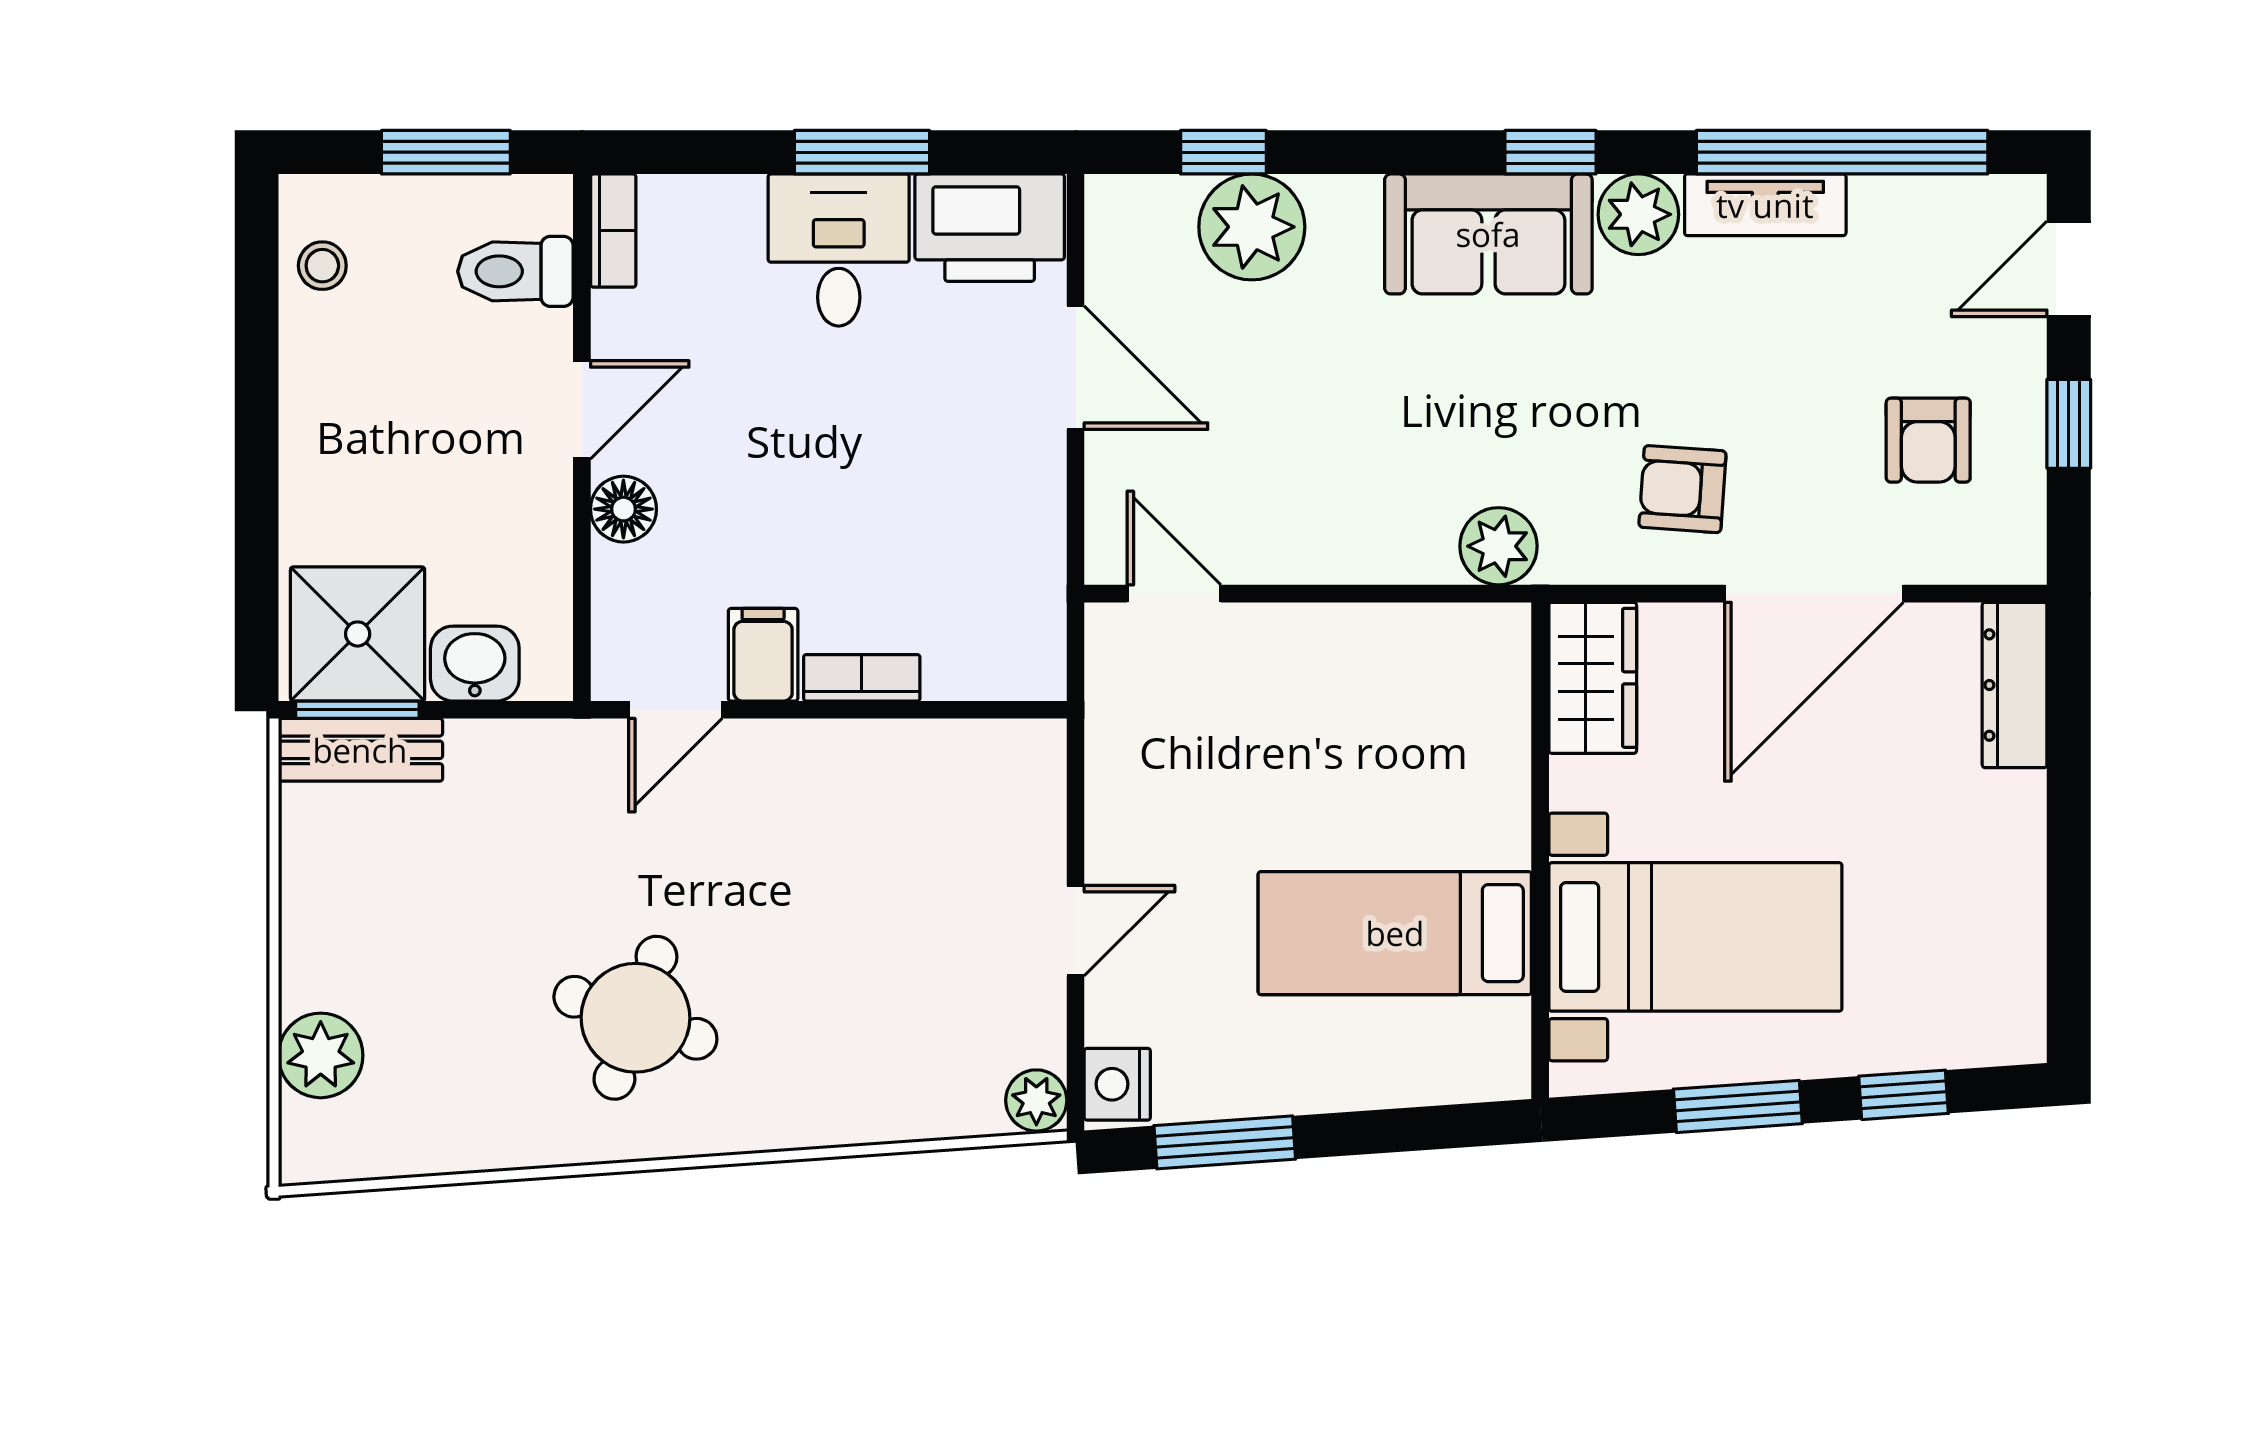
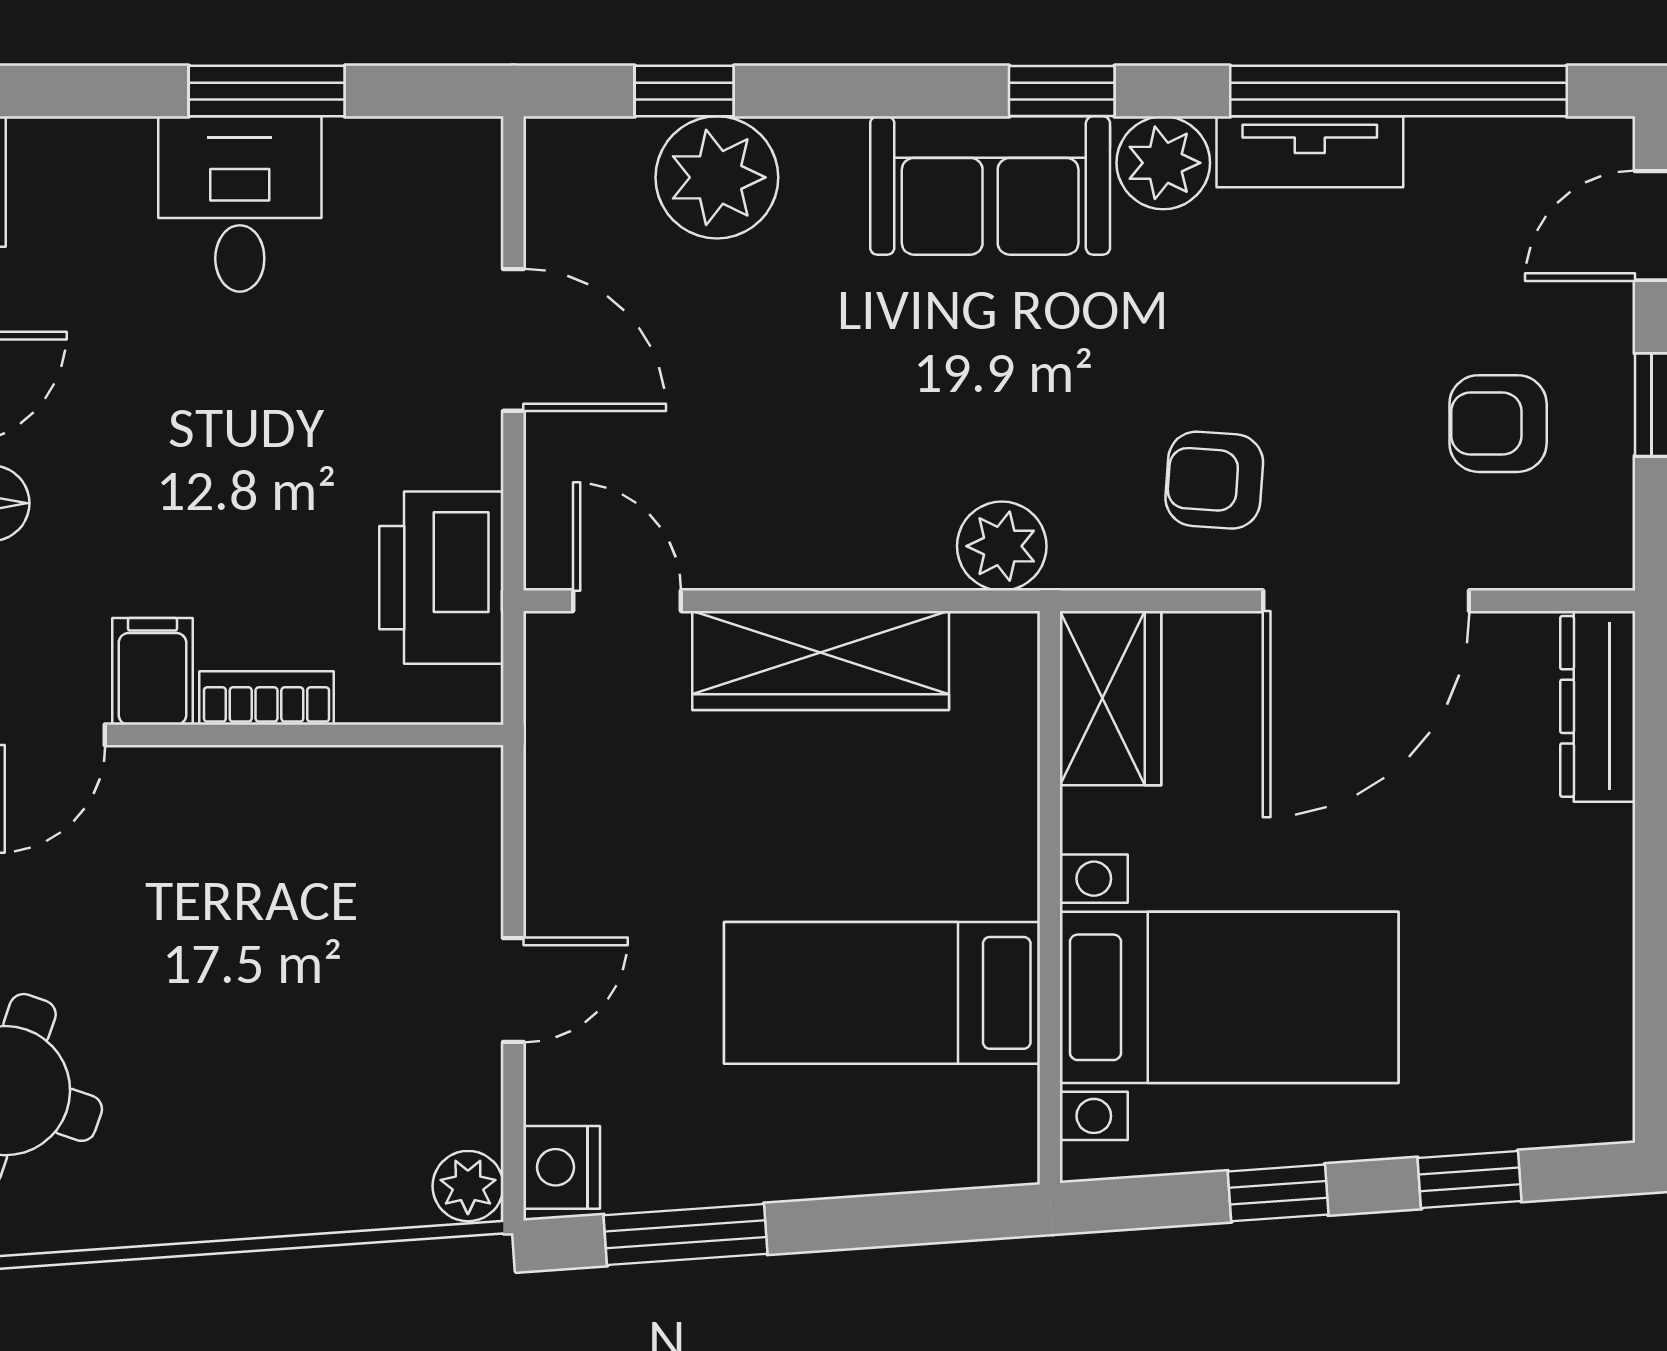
printer: (990, 228) -> (441, 578), moved, turned 90
armchair: (1928, 440) -> (1498, 424), turned 90
wardrobe: (1342, 645) -> (821, 660), added
window: (1738, 1106) -> (1278, 1193), width x0.67

